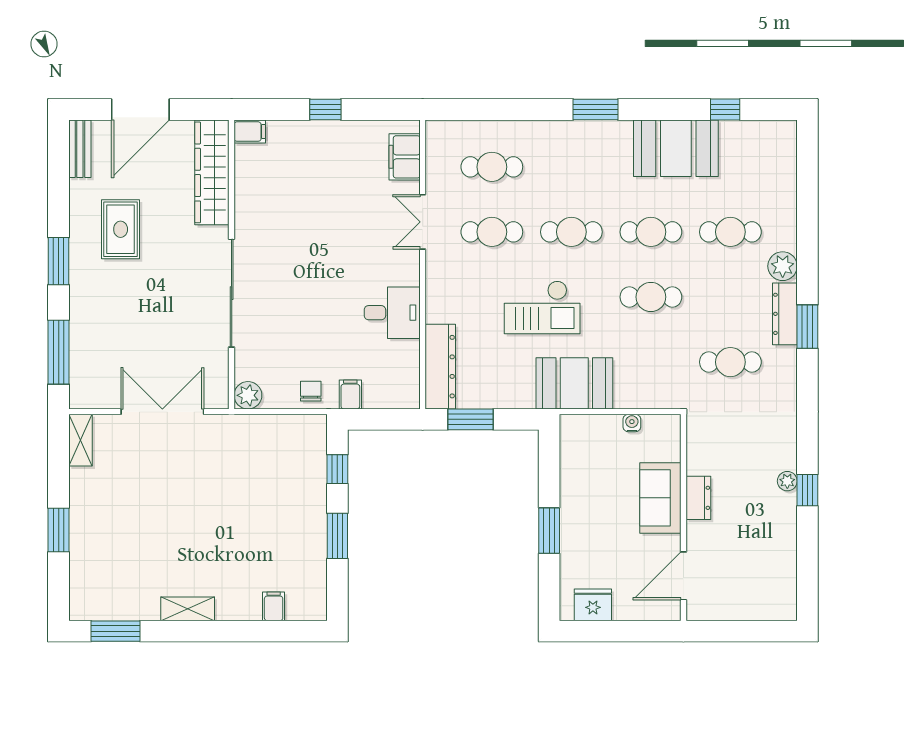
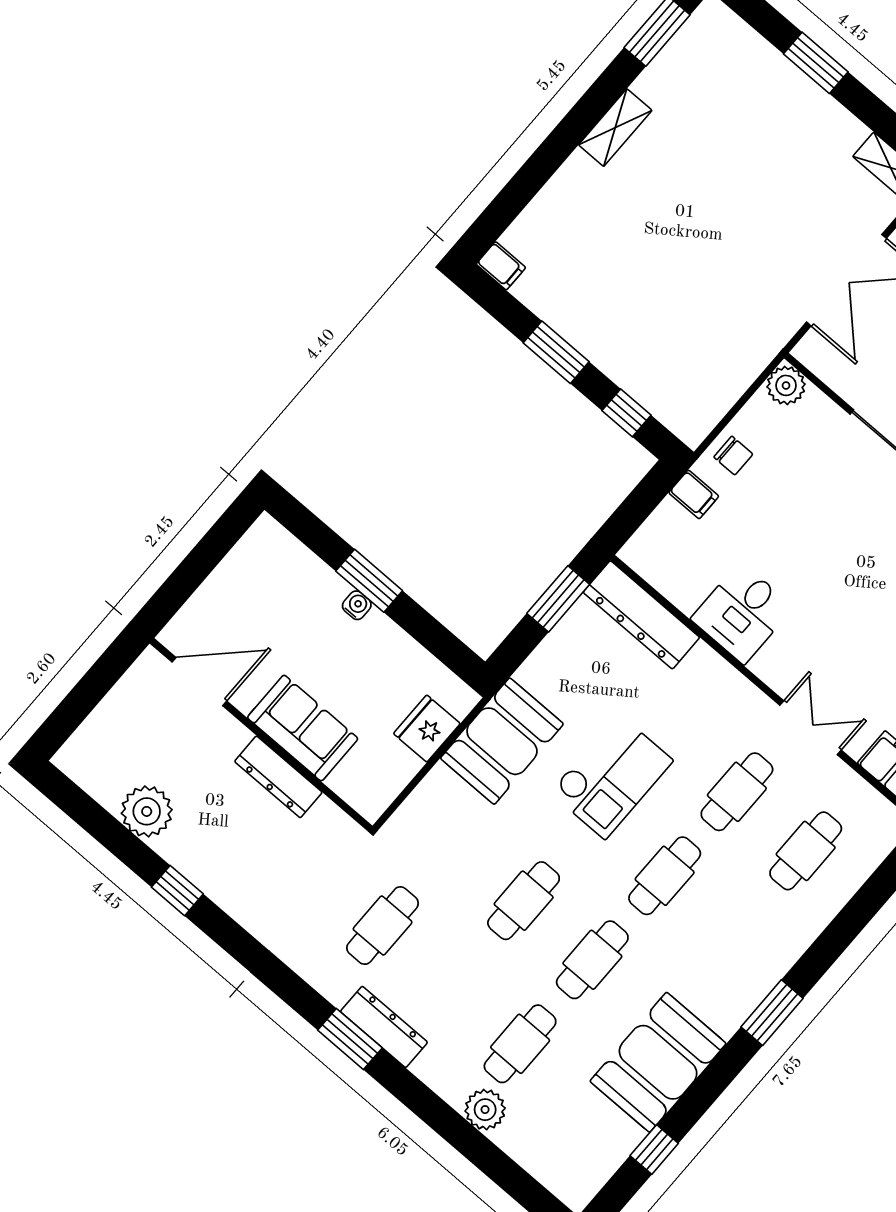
plant: (783, 266) -> (485, 1110), moved
checkout: (542, 307) -> (612, 776), turned 180
water cooler: (632, 423) -> (357, 605), moved, turned -90
plant: (787, 481) -> (147, 811), moved, width x1.87, depth x1.87
dresser: (698, 498) -> (278, 777), width x1.44
door: (683, 576) -> (199, 682), hinge flipped
fridge: (593, 605) -> (427, 729), moved, turned 180
filing cabinet: (274, 606) -> (501, 266), moved

